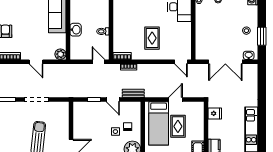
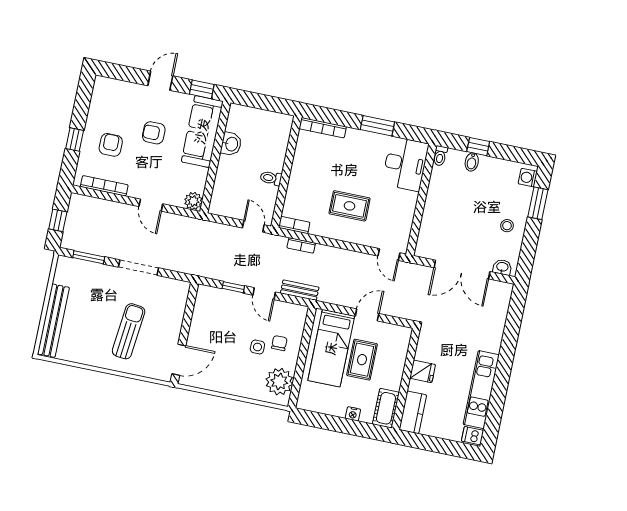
armchair: (29, 19) -> (154, 133), added
washbasin: (76, 30) -> (231, 144), moved
window: (262, 36) -> (538, 203), moved
rug: (152, 38) -> (350, 206), turned 90
fridge: (215, 113) -> (423, 371), moved

